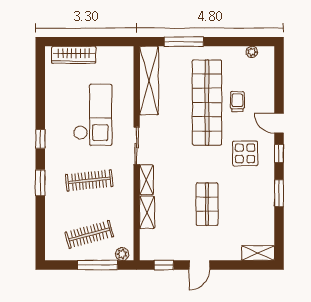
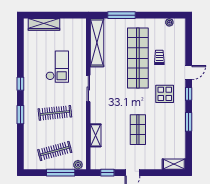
checkout: (93, 115) -> (57, 67), width x0.73, depth x0.83
door: (279, 123) -> (189, 73), swing flipped
shelving: (146, 180) -> (95, 112), removed

